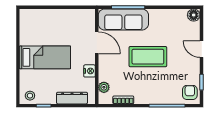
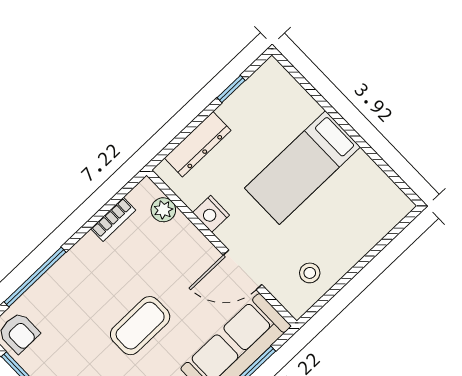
coffee table: (148, 57) -> (140, 326), width x0.73, depth x0.76
stool: (30, 96) -> (310, 273), moved

